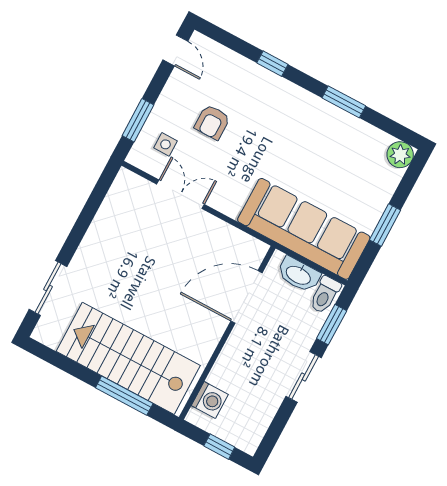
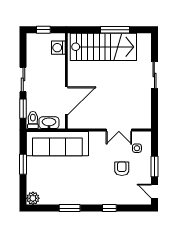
window: (138, 120) -> (154, 167), moved
sliding door: (48, 288) -> (154, 75), moved
window: (124, 396) -> (115, 30), moved

